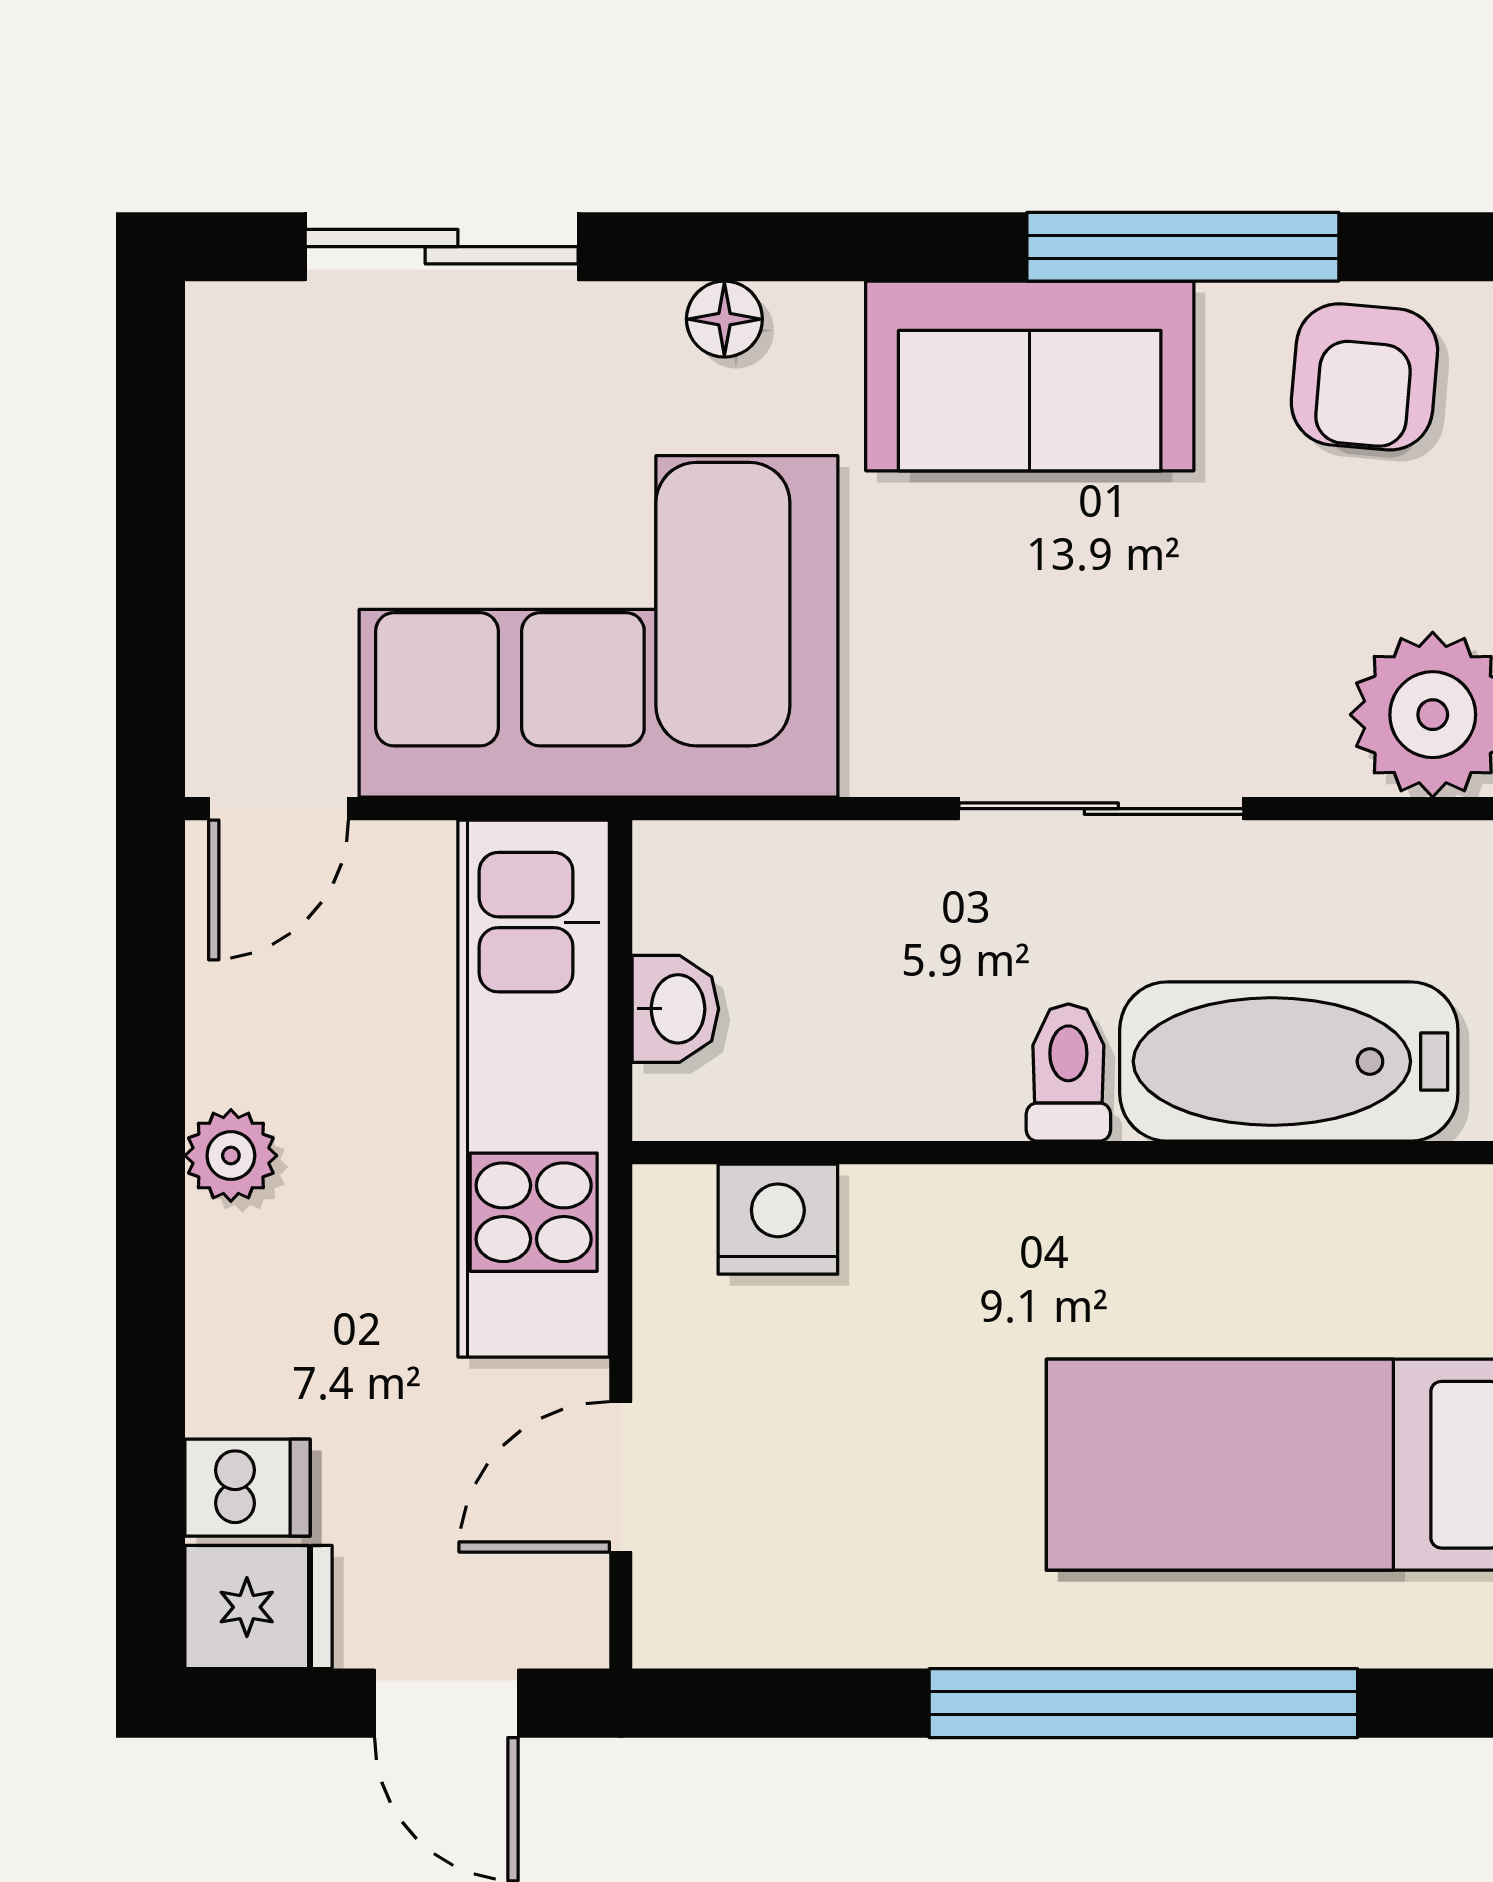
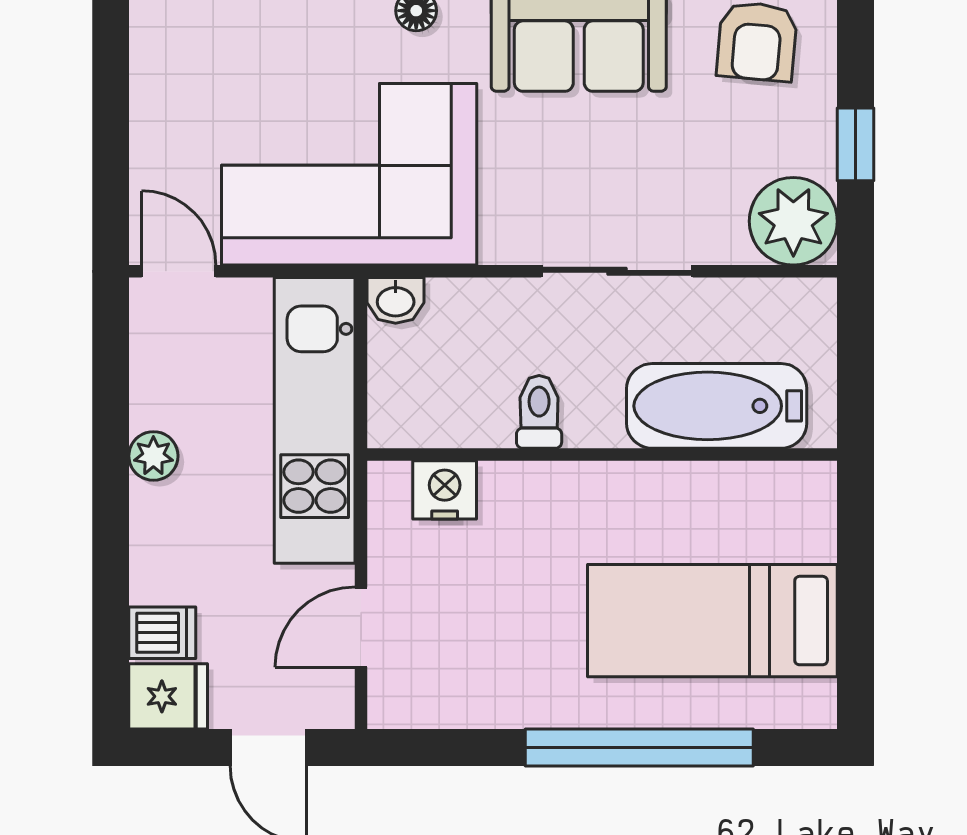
door: (278, 809) -> (179, 271), swing flipped
washbasin: (675, 1009) -> (396, 300), moved, turned 90
toilet: (1068, 1073) -> (539, 412), moved

